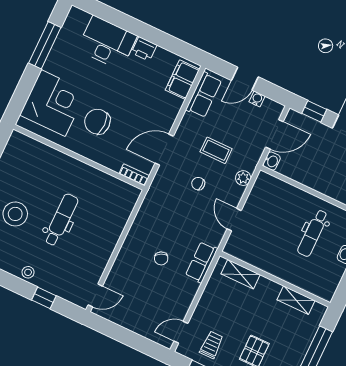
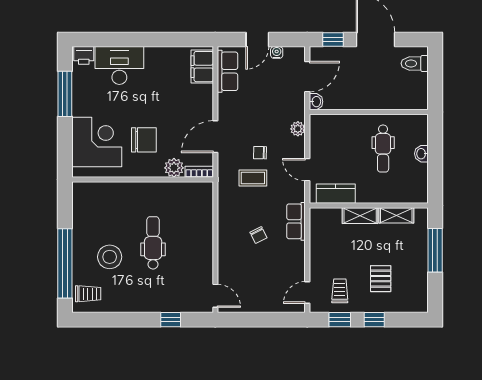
printer: (144, 49) -> (84, 55), moved
chair: (97, 122) -> (144, 140), turned 180
coffee table: (216, 150) -> (253, 178), moved
plant: (113, 160) -> (174, 168), added
kitchen counter: (250, 254) -> (336, 194), added
stool: (28, 272) -> (146, 304), removed
shelving: (241, 274) -> (360, 216), moved
door: (95, 295) -> (215, 296), hinge flipped

